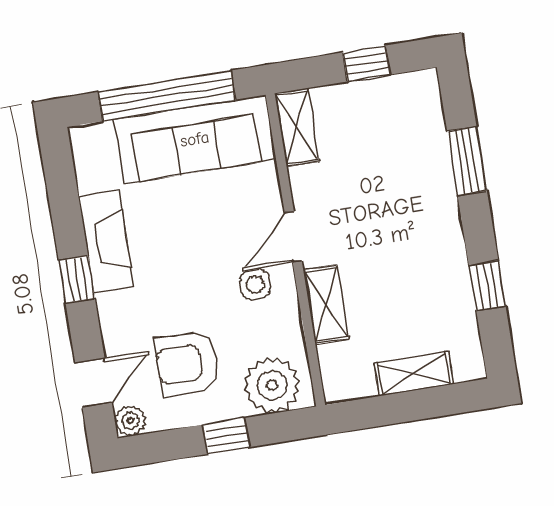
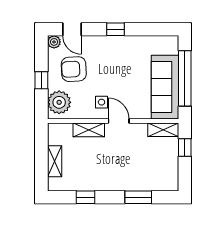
window: (366, 64) -> (185, 147), moved
fireplace: (106, 241) -> (129, 44), removed
armchair: (187, 363) -> (74, 69), turned -93

